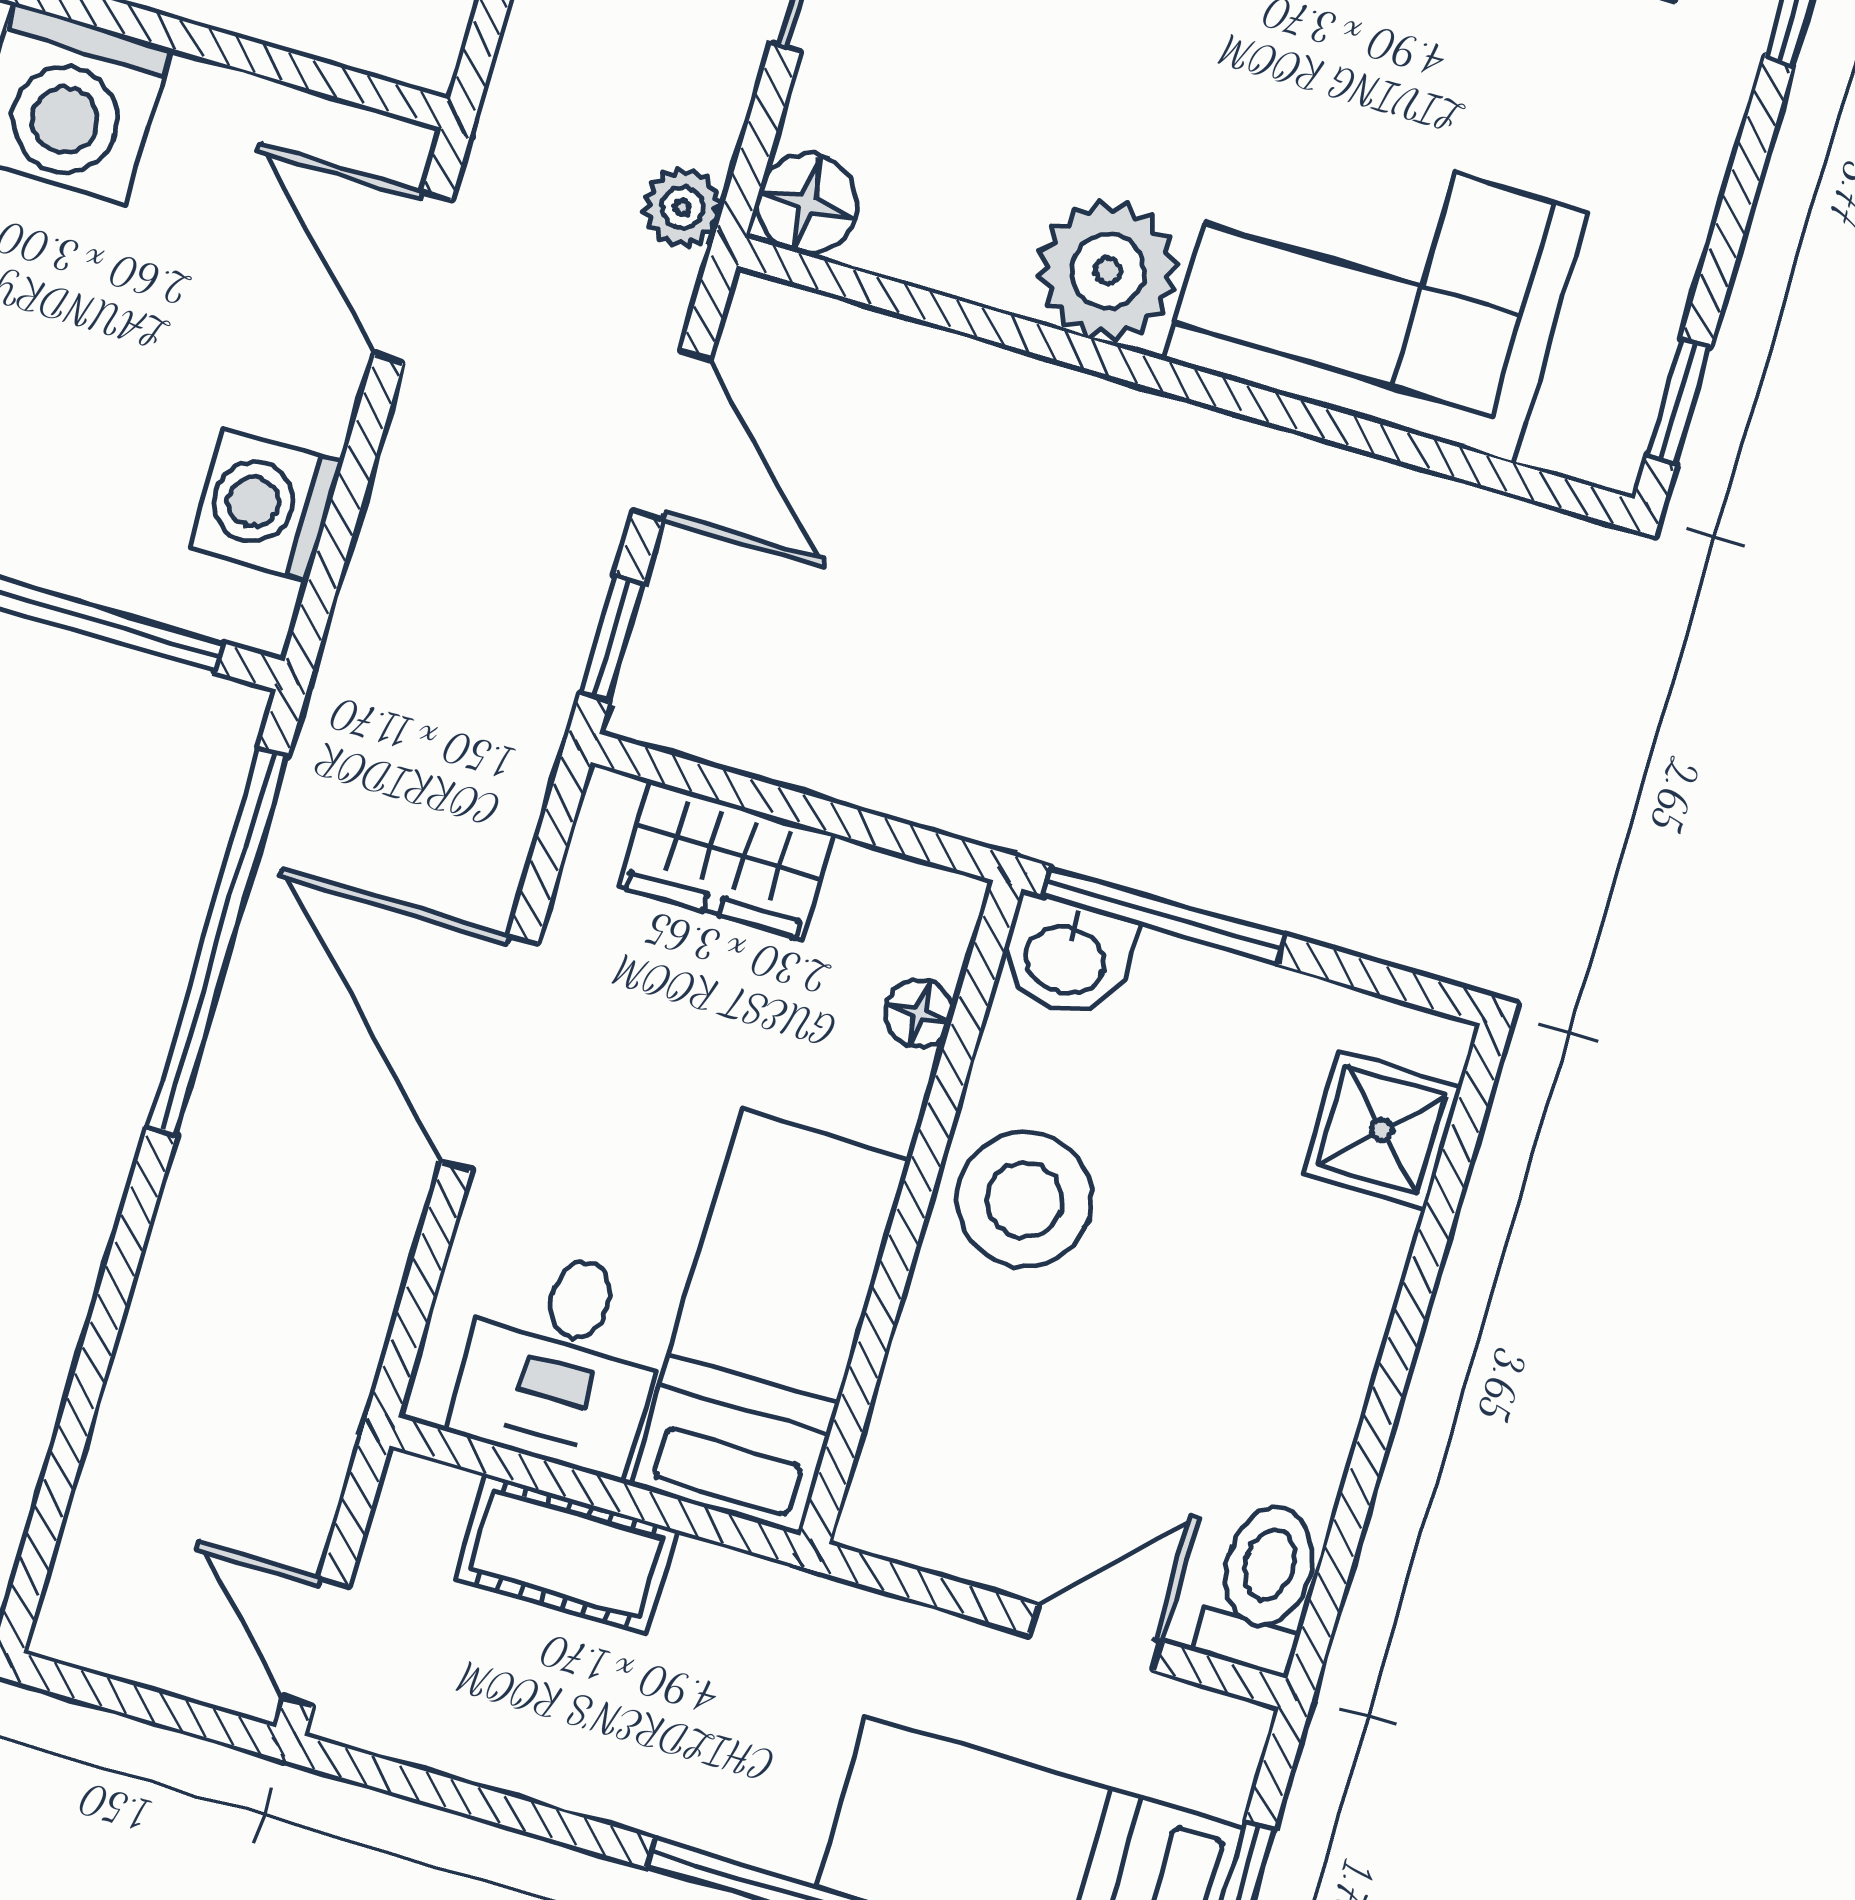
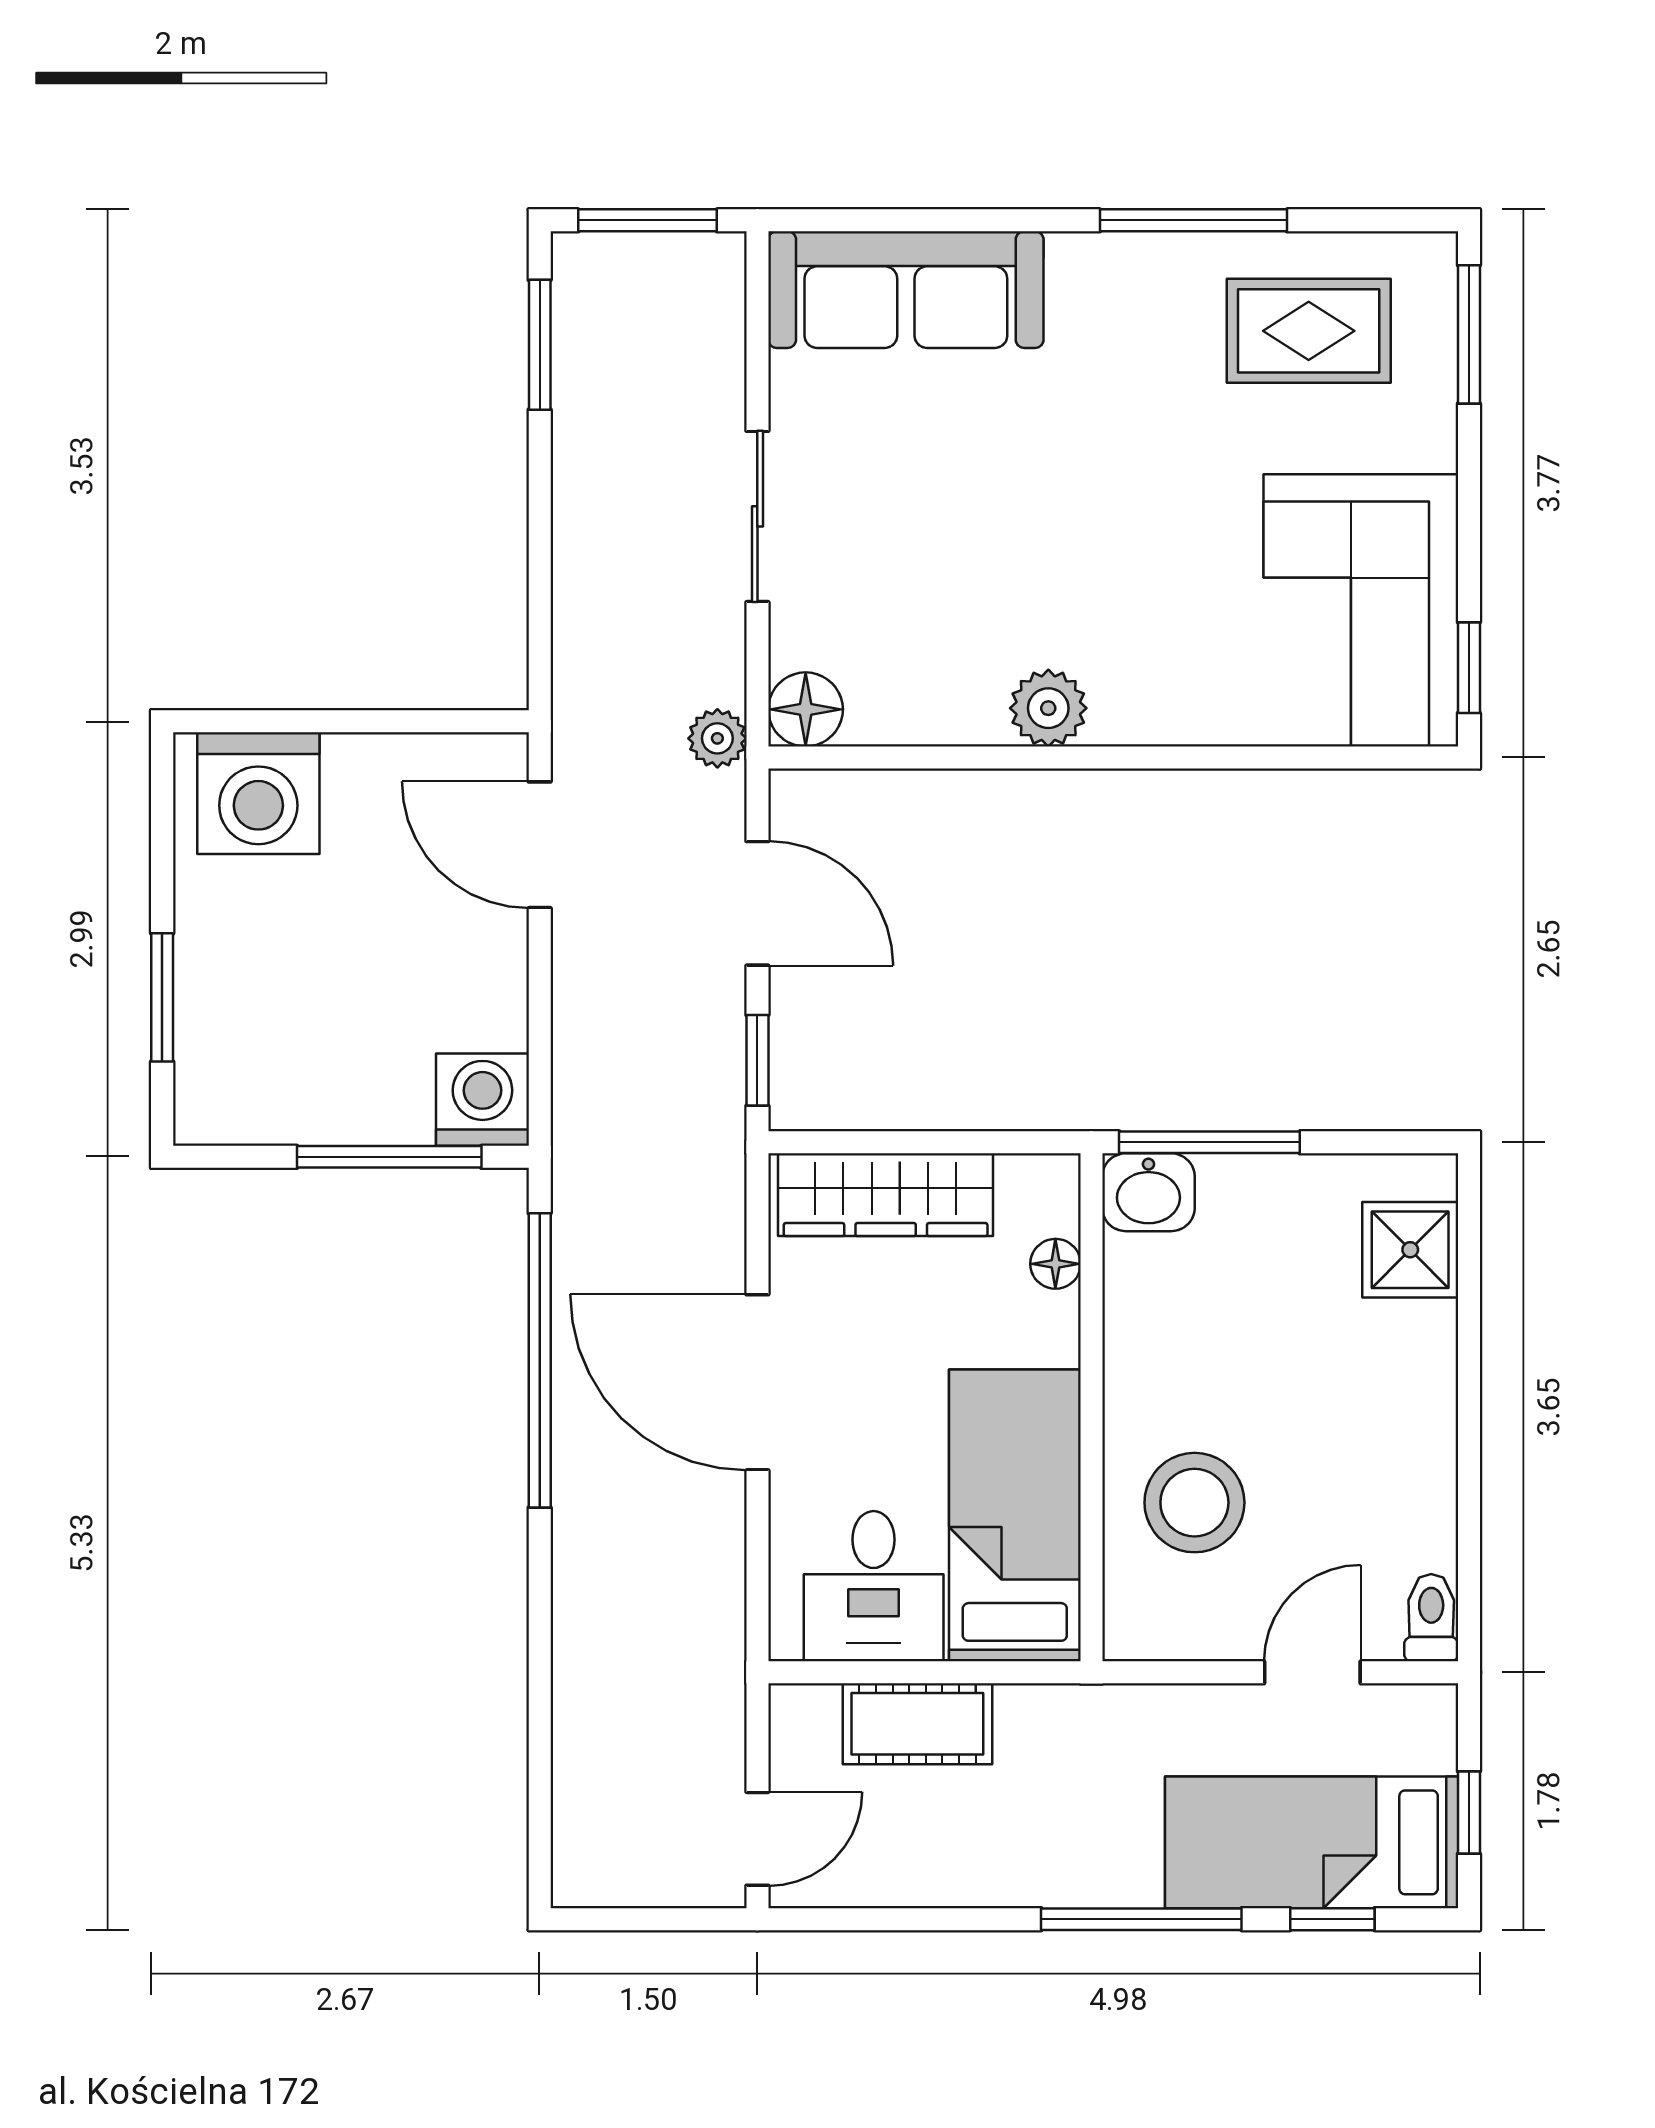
plant: (1108, 271) -> (1048, 708), width x0.73, depth x0.73
corner sofa: (1376, 287) -> (1361, 610), moved, turned -90
washing machine: (266, 505) -> (482, 1100), moved, turned 90
wardrobe: (726, 860) -> (886, 1195), width x1.50
stool: (1024, 1199) -> (1194, 1503), moved
toilet: (1263, 1587) -> (1431, 1618), width x0.73, depth x0.72
door: (316, 1642) -> (757, 1839), swing flipped

